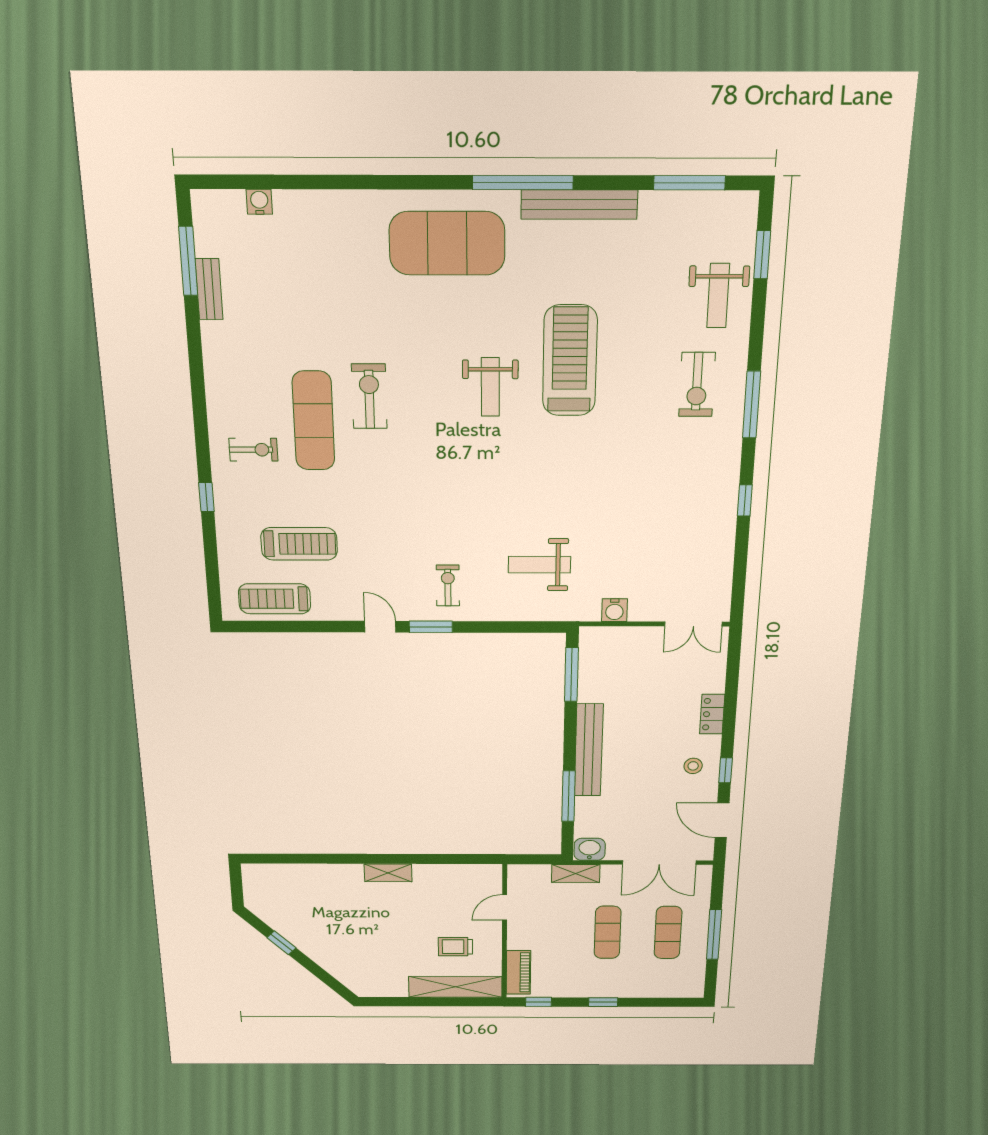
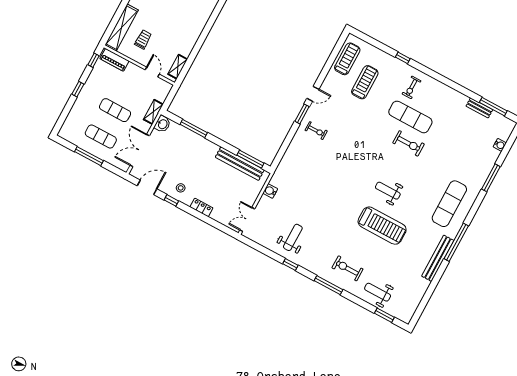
window: (689, 183) -> (491, 178), moved
exercise mat: (447, 243) -> (449, 204), width x0.68
treadmill: (299, 544) -> (365, 82), turned 180
weight bench: (539, 565) -> (293, 237), moved
bench: (589, 750) -> (240, 164), moved
shelving: (388, 873) -> (178, 67), moved

